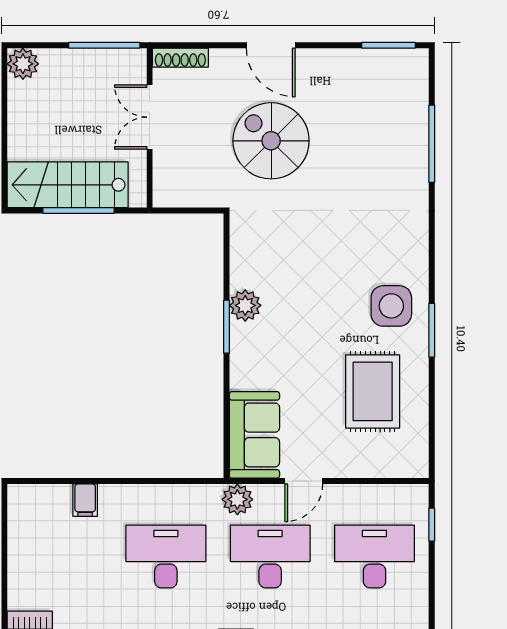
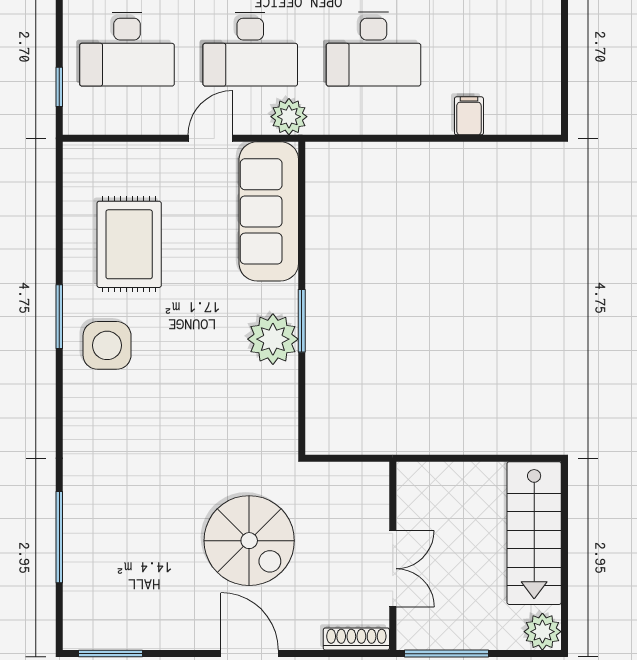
stairs: (68, 185) -> (534, 533), moved, turned 90
window: (79, 210) -> (477, 458), removed
plant: (245, 305) -> (273, 339), width x1.36, depth x1.36
sofa: (254, 435) -> (269, 211), width x1.36

